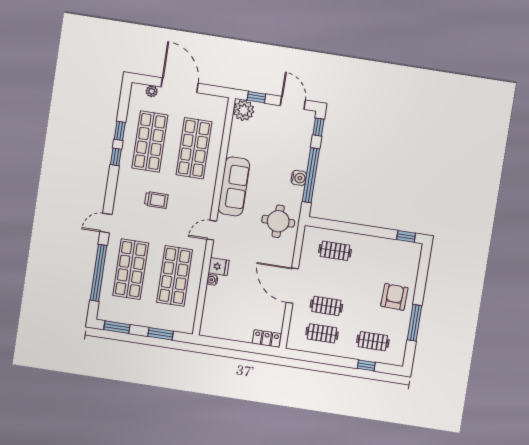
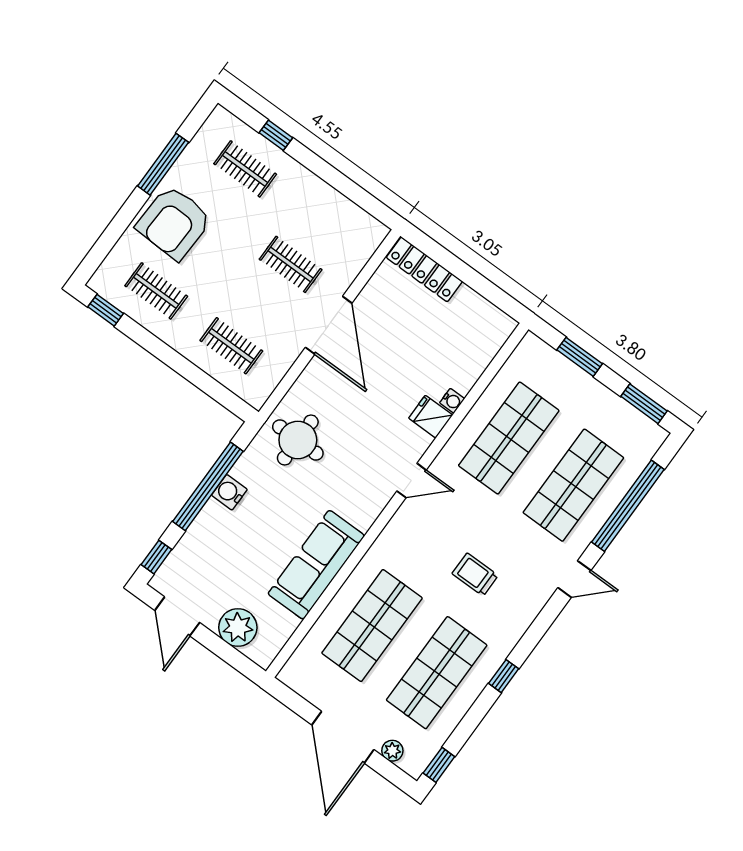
window: (256, 97) -> (231, 655), removed
plant: (244, 110) -> (238, 627), moved
window: (120, 131) -> (439, 765), moved
sofa: (234, 186) -> (316, 565), moved
armchair: (394, 297) -> (174, 223), width x1.36, depth x1.36
clothes rail: (322, 333) -> (156, 291), moved
locker: (267, 339) -> (424, 269), width x1.53

